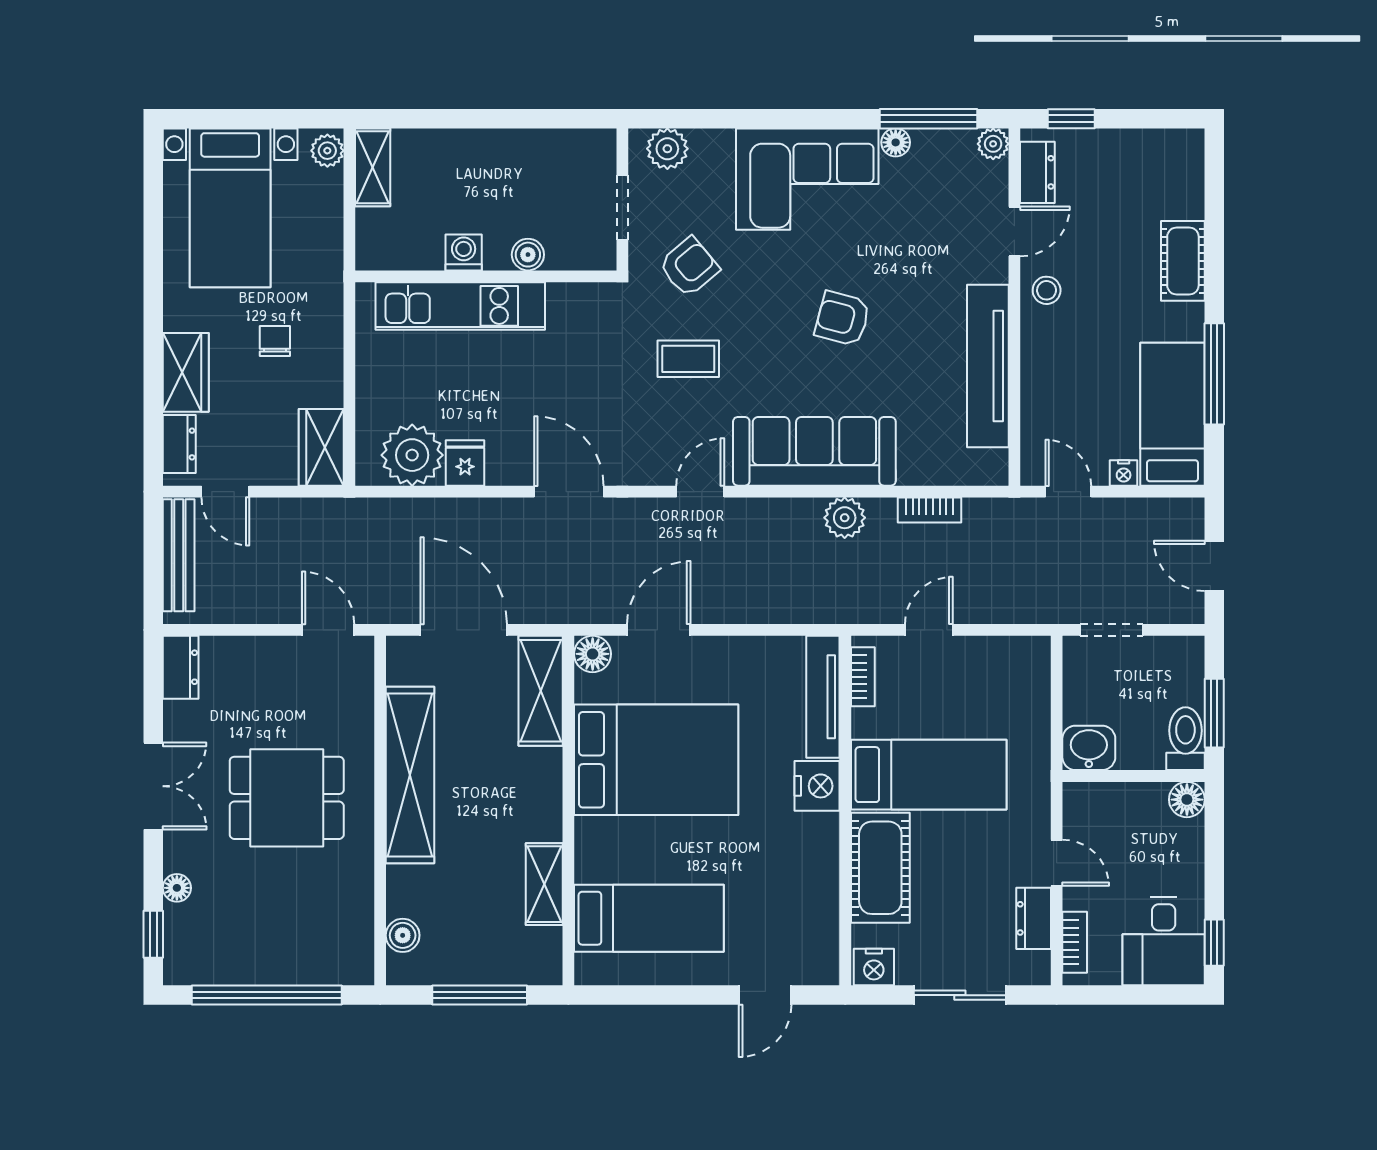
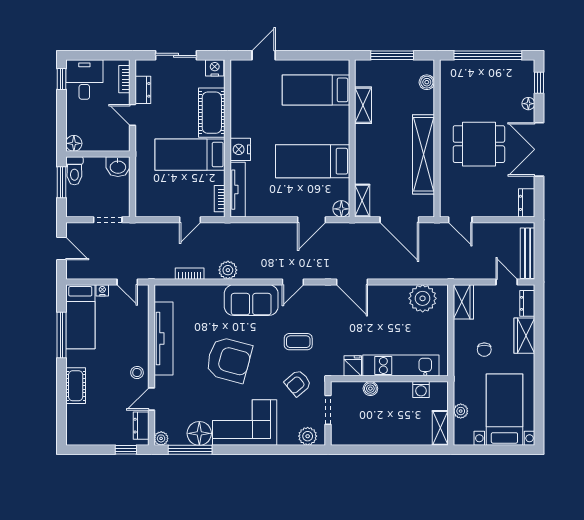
floor lamp: (896, 142) -> (199, 433), width x1.89, depth x1.89
plant: (327, 151) -> (461, 411), moved
washing machine: (464, 252) -> (421, 390), moved
armchair: (842, 319) -> (229, 360), width x1.88, depth x1.88
sofa: (814, 451) -> (251, 300), width x0.73
fridge: (465, 463) -> (353, 366), moved, turned 180
shelving: (541, 691) -> (362, 201), width x0.67, depth x0.75
bed: (656, 760) -> (313, 161), width x0.67
double door: (153, 786) -> (539, 149), width x1.37

